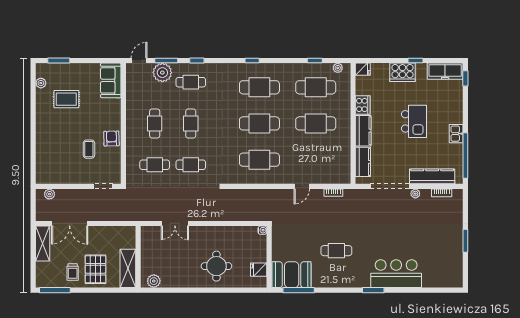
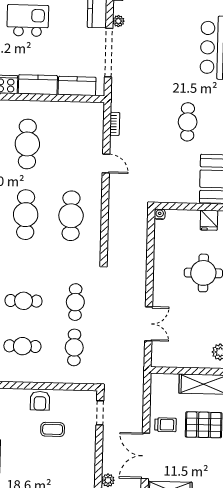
armchair: (111, 138) -> (40, 401), turned -88
double door: (70, 223) -> (145, 456), swing flipped
trolley: (73, 272) -> (165, 425), moved

